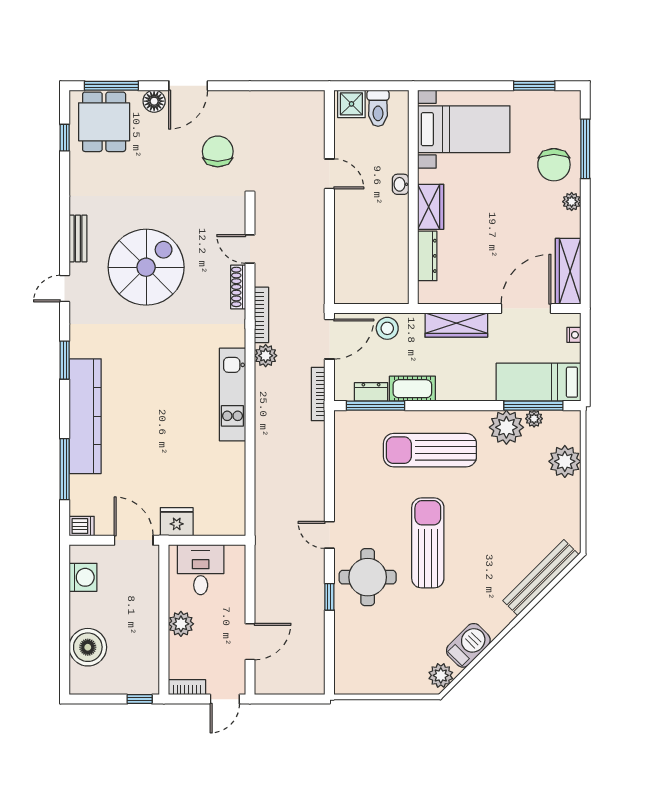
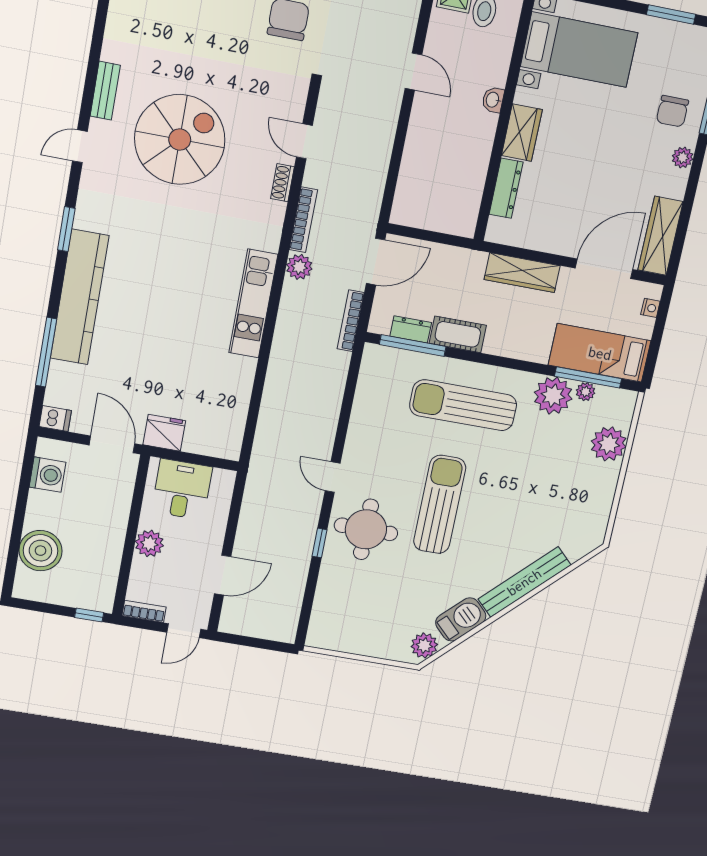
chair: (554, 165) -> (672, 111), width x0.73, depth x0.73
shoe rack: (238, 287) -> (282, 183), width x0.70
stool: (387, 328) -> (444, 262), removed
bench: (541, 578) -> (524, 582), moved

